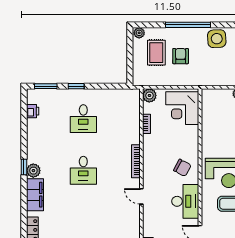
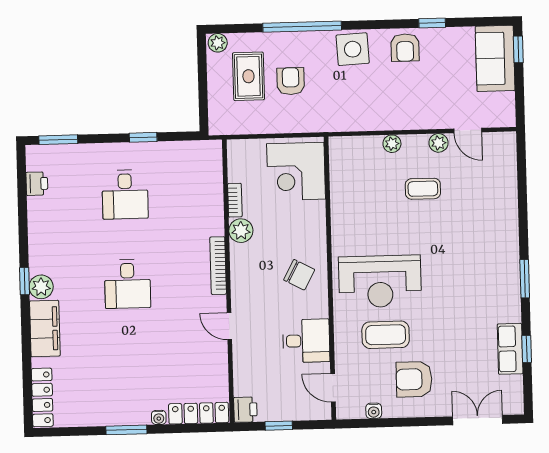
window: (76, 86) -> (143, 137), moved
plant: (149, 95) -> (241, 231), moved
desk: (185, 201) -> (306, 341), width x0.73

